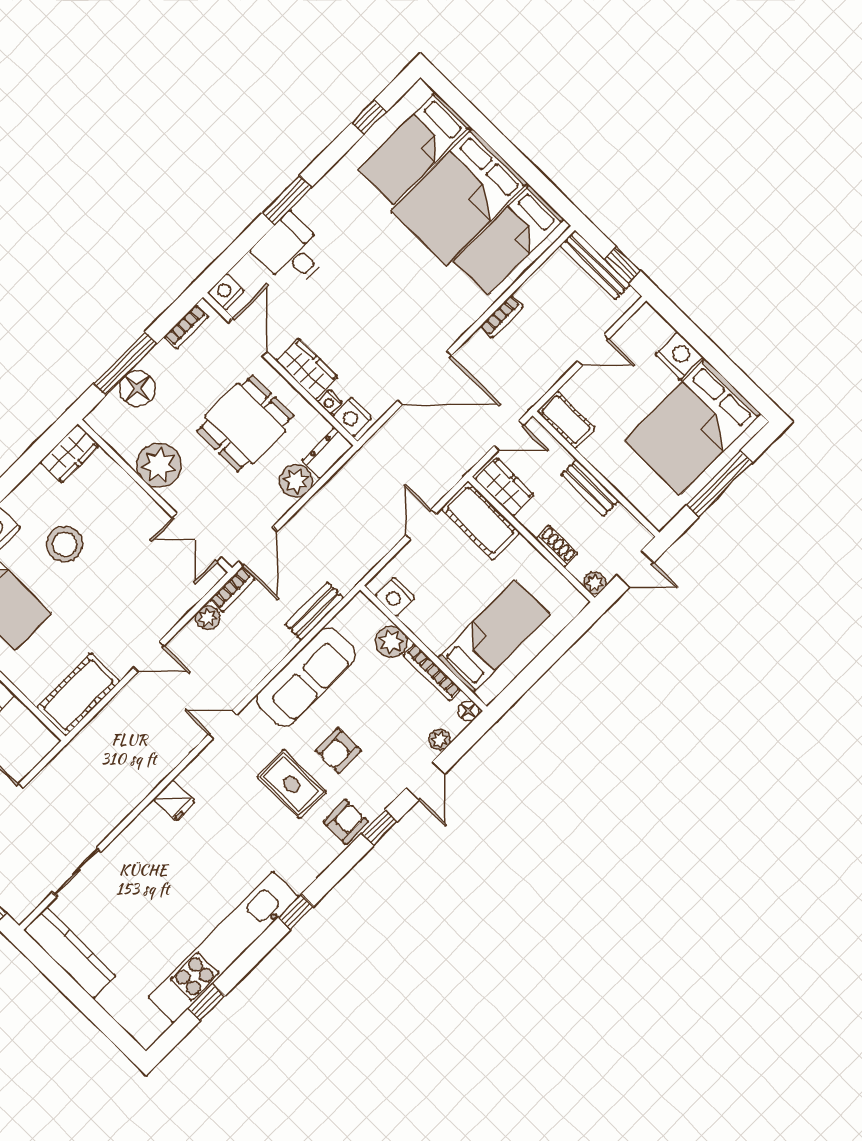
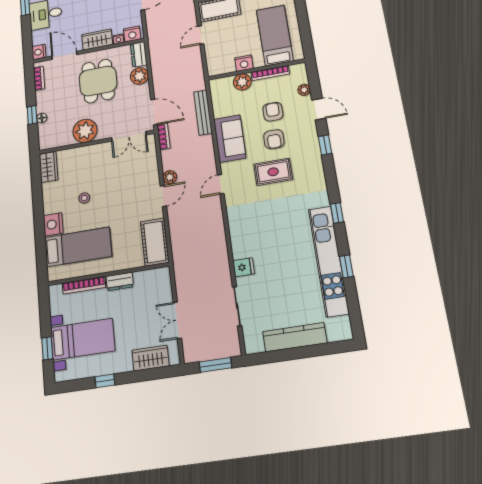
window: (125, 363) -> (32, 115), width x0.46
floor lamp: (137, 388) -> (42, 118), width x0.53, depth x0.53
door: (421, 524) -> (201, 35), hinge flipped
stool: (65, 544) -> (84, 198), width x0.53, depth x0.53
nightstand: (395, 597) -> (244, 63), moved
bench: (315, 611) -> (203, 112), width x1.36
plant: (208, 618) -> (170, 177), moved
sofa: (306, 677) -> (230, 139), width x0.73
floor lamp: (469, 711) -> (301, 68), removed
fridge: (174, 800) -> (244, 267), moved
armchair: (346, 822) -> (273, 112), moved
kitchen counter: (70, 953) -> (295, 337), moved
window: (206, 1002) -> (346, 266), moved

